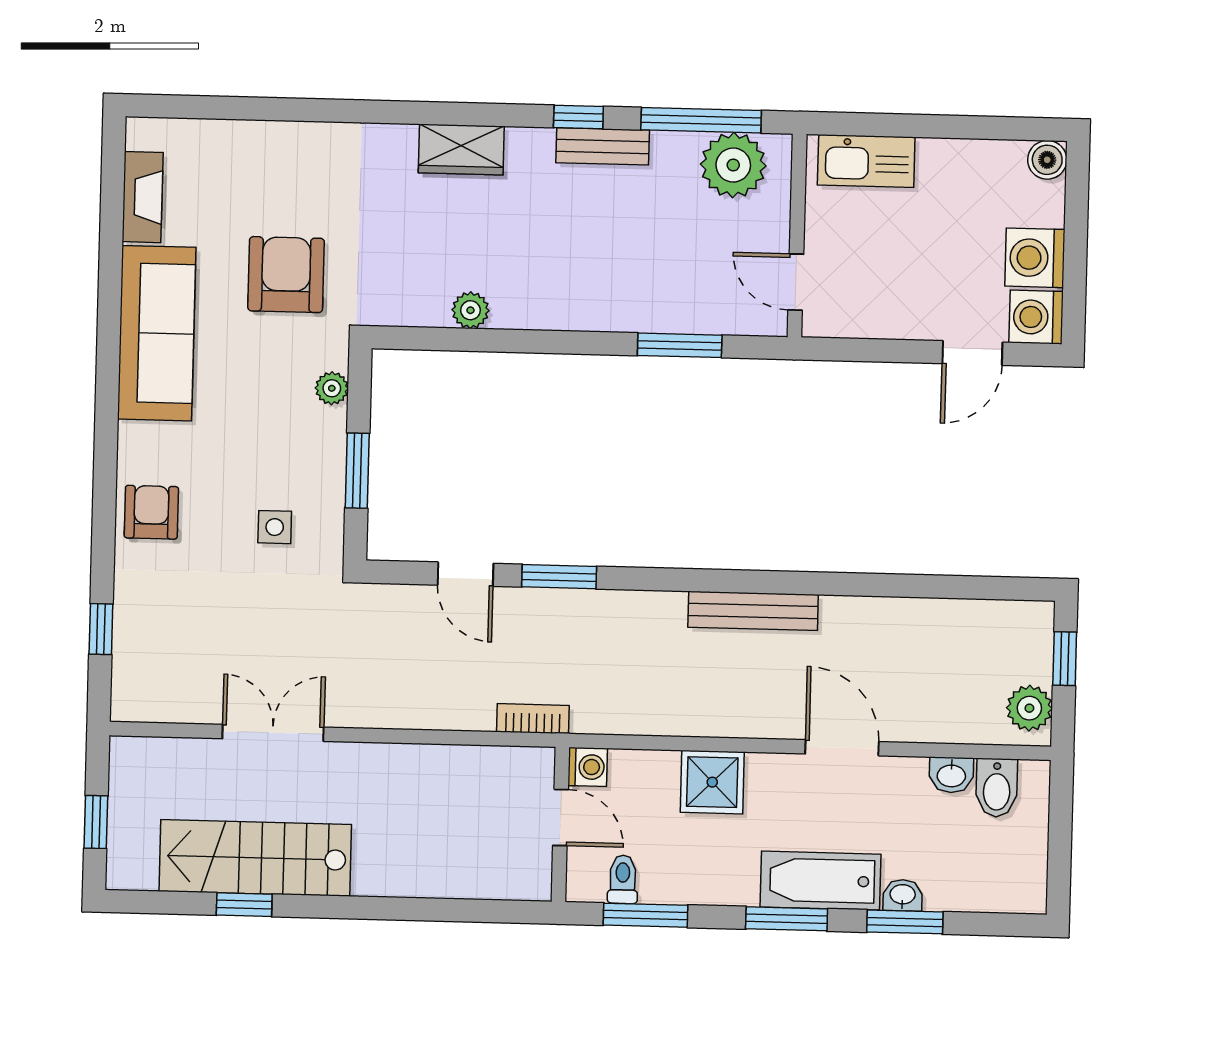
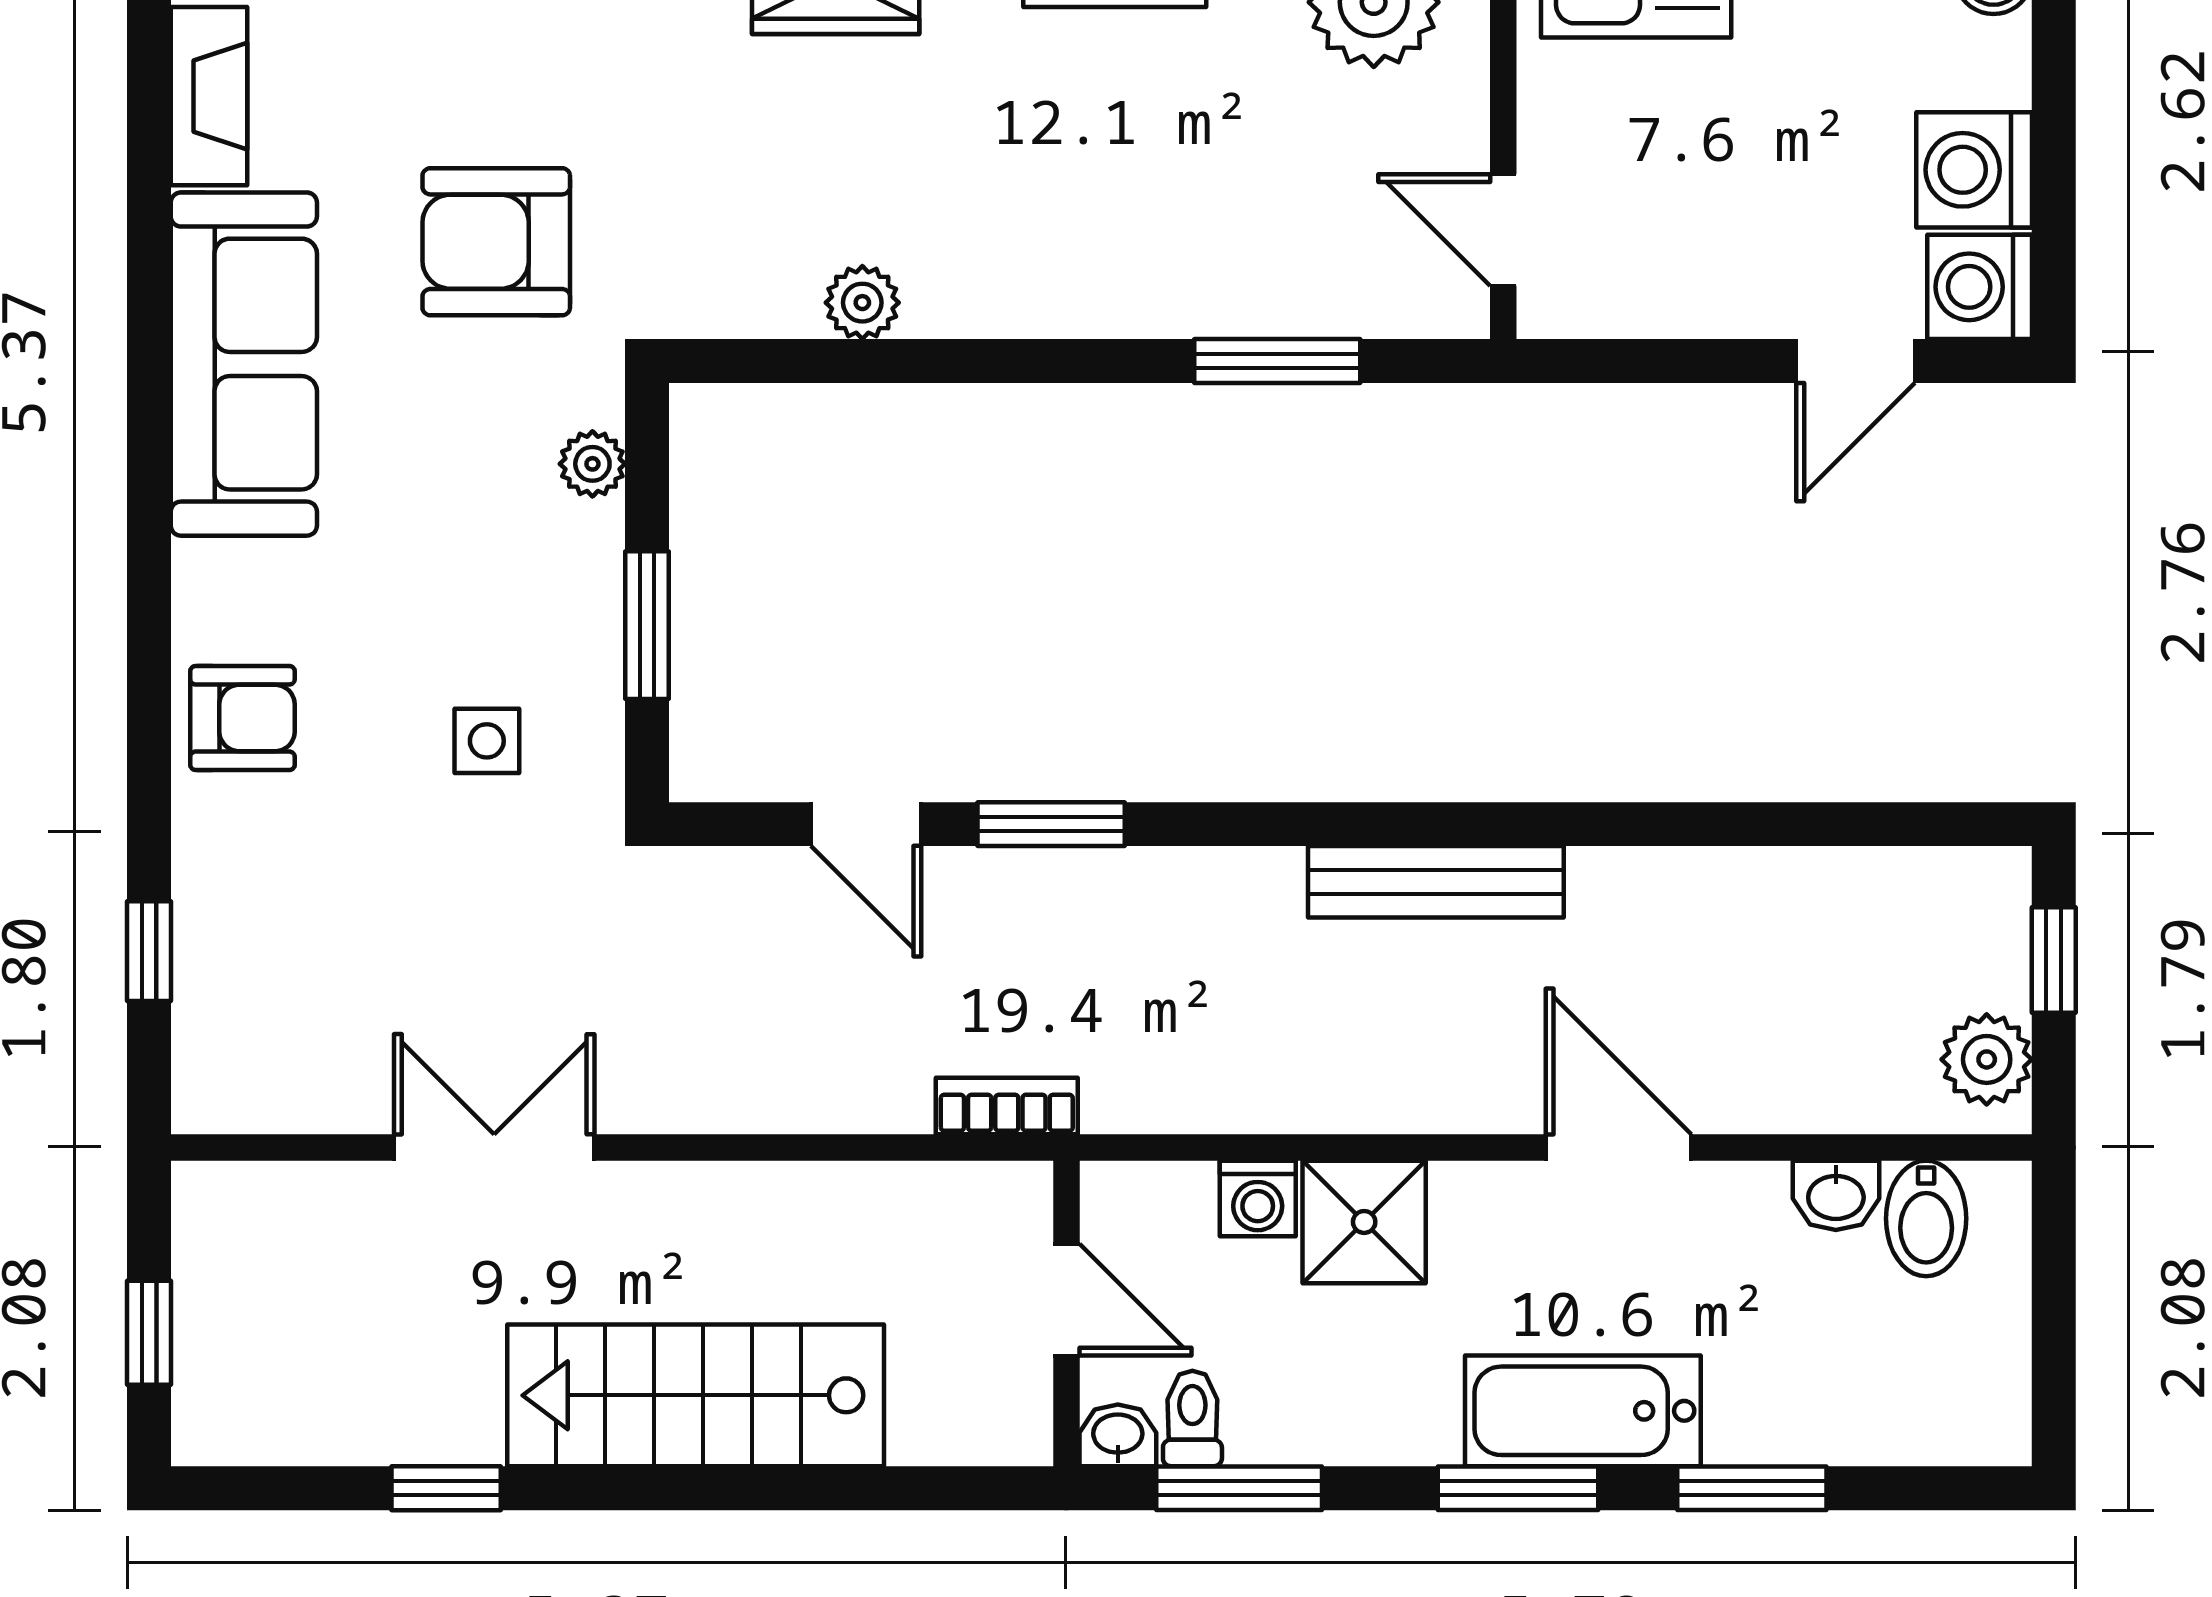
armchair: (286, 275) -> (496, 242), turned -90
armchair: (151, 512) -> (242, 718), turned 90
washing machine: (588, 767) -> (1258, 1198), moved, turned 90
stairs: (255, 858) -> (696, 1395), moved
washbasin: (903, 895) -> (1118, 1435), moved

